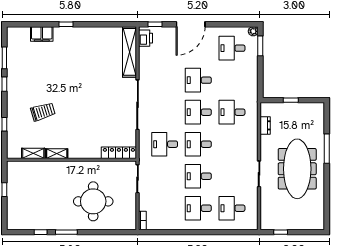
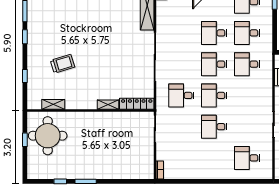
shelving: (57, 154) -> (108, 105), moved
round table: (93, 201) -> (48, 136), moved
desk: (198, 208) -> (247, 33), moved

